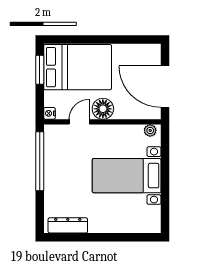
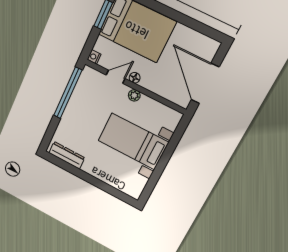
floor lamp: (103, 109) -> (135, 78), width x0.53, depth x0.53
plant: (150, 130) -> (134, 95), moved

